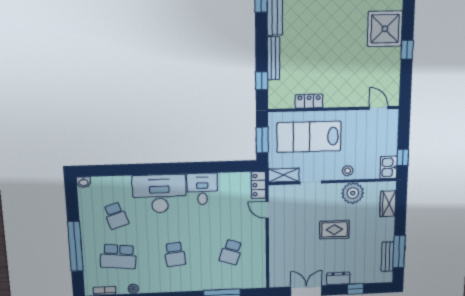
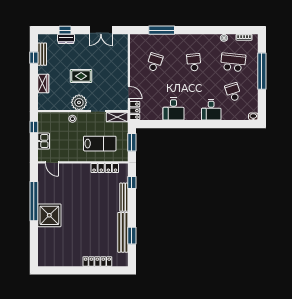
window: (407, 50) -> (34, 201), width x3.17
locker: (309, 101) -> (105, 168), width x1.53
lab bench: (309, 137) -> (100, 144), width x0.73, depth x0.72
kitchen sink: (389, 167) -> (44, 141), moved
plant: (353, 193) -> (79, 102), moved
desk: (159, 194) -> (211, 110), width x0.53, depth x0.77
wardrobe: (388, 204) -> (43, 84), moved
window: (399, 252) -> (34, 58), width x0.46
dresser: (338, 279) -> (66, 39), moved

